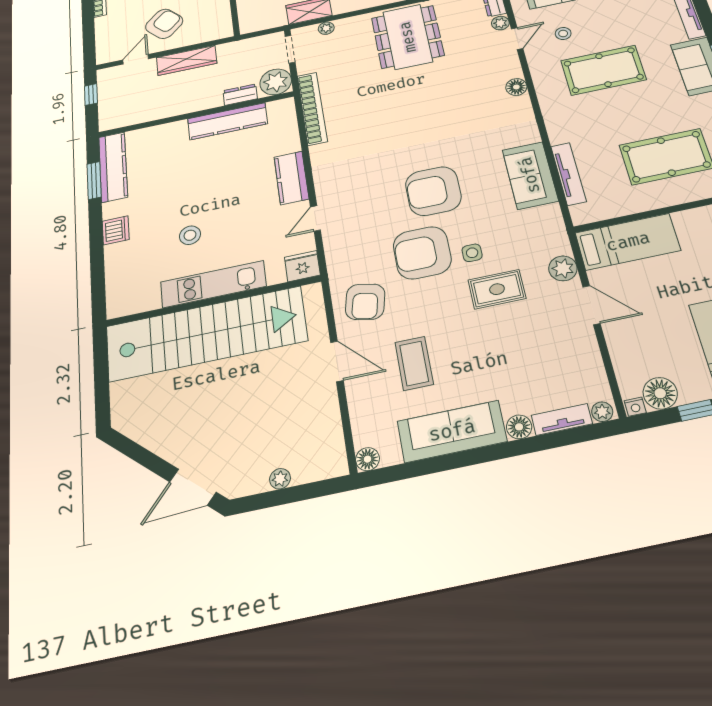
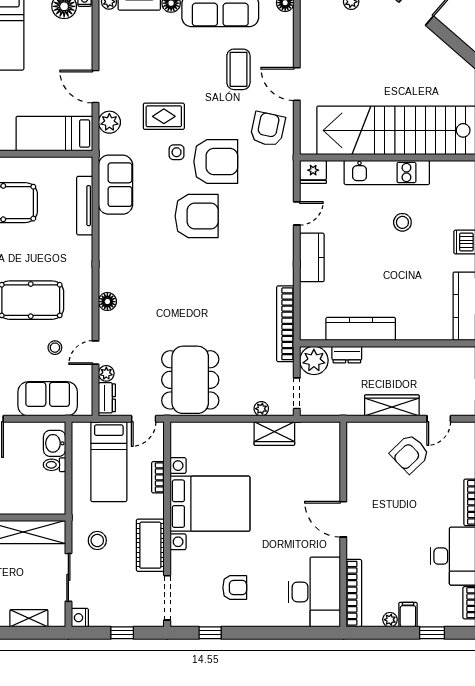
sofa: (530, 175) -> (116, 185), moved

